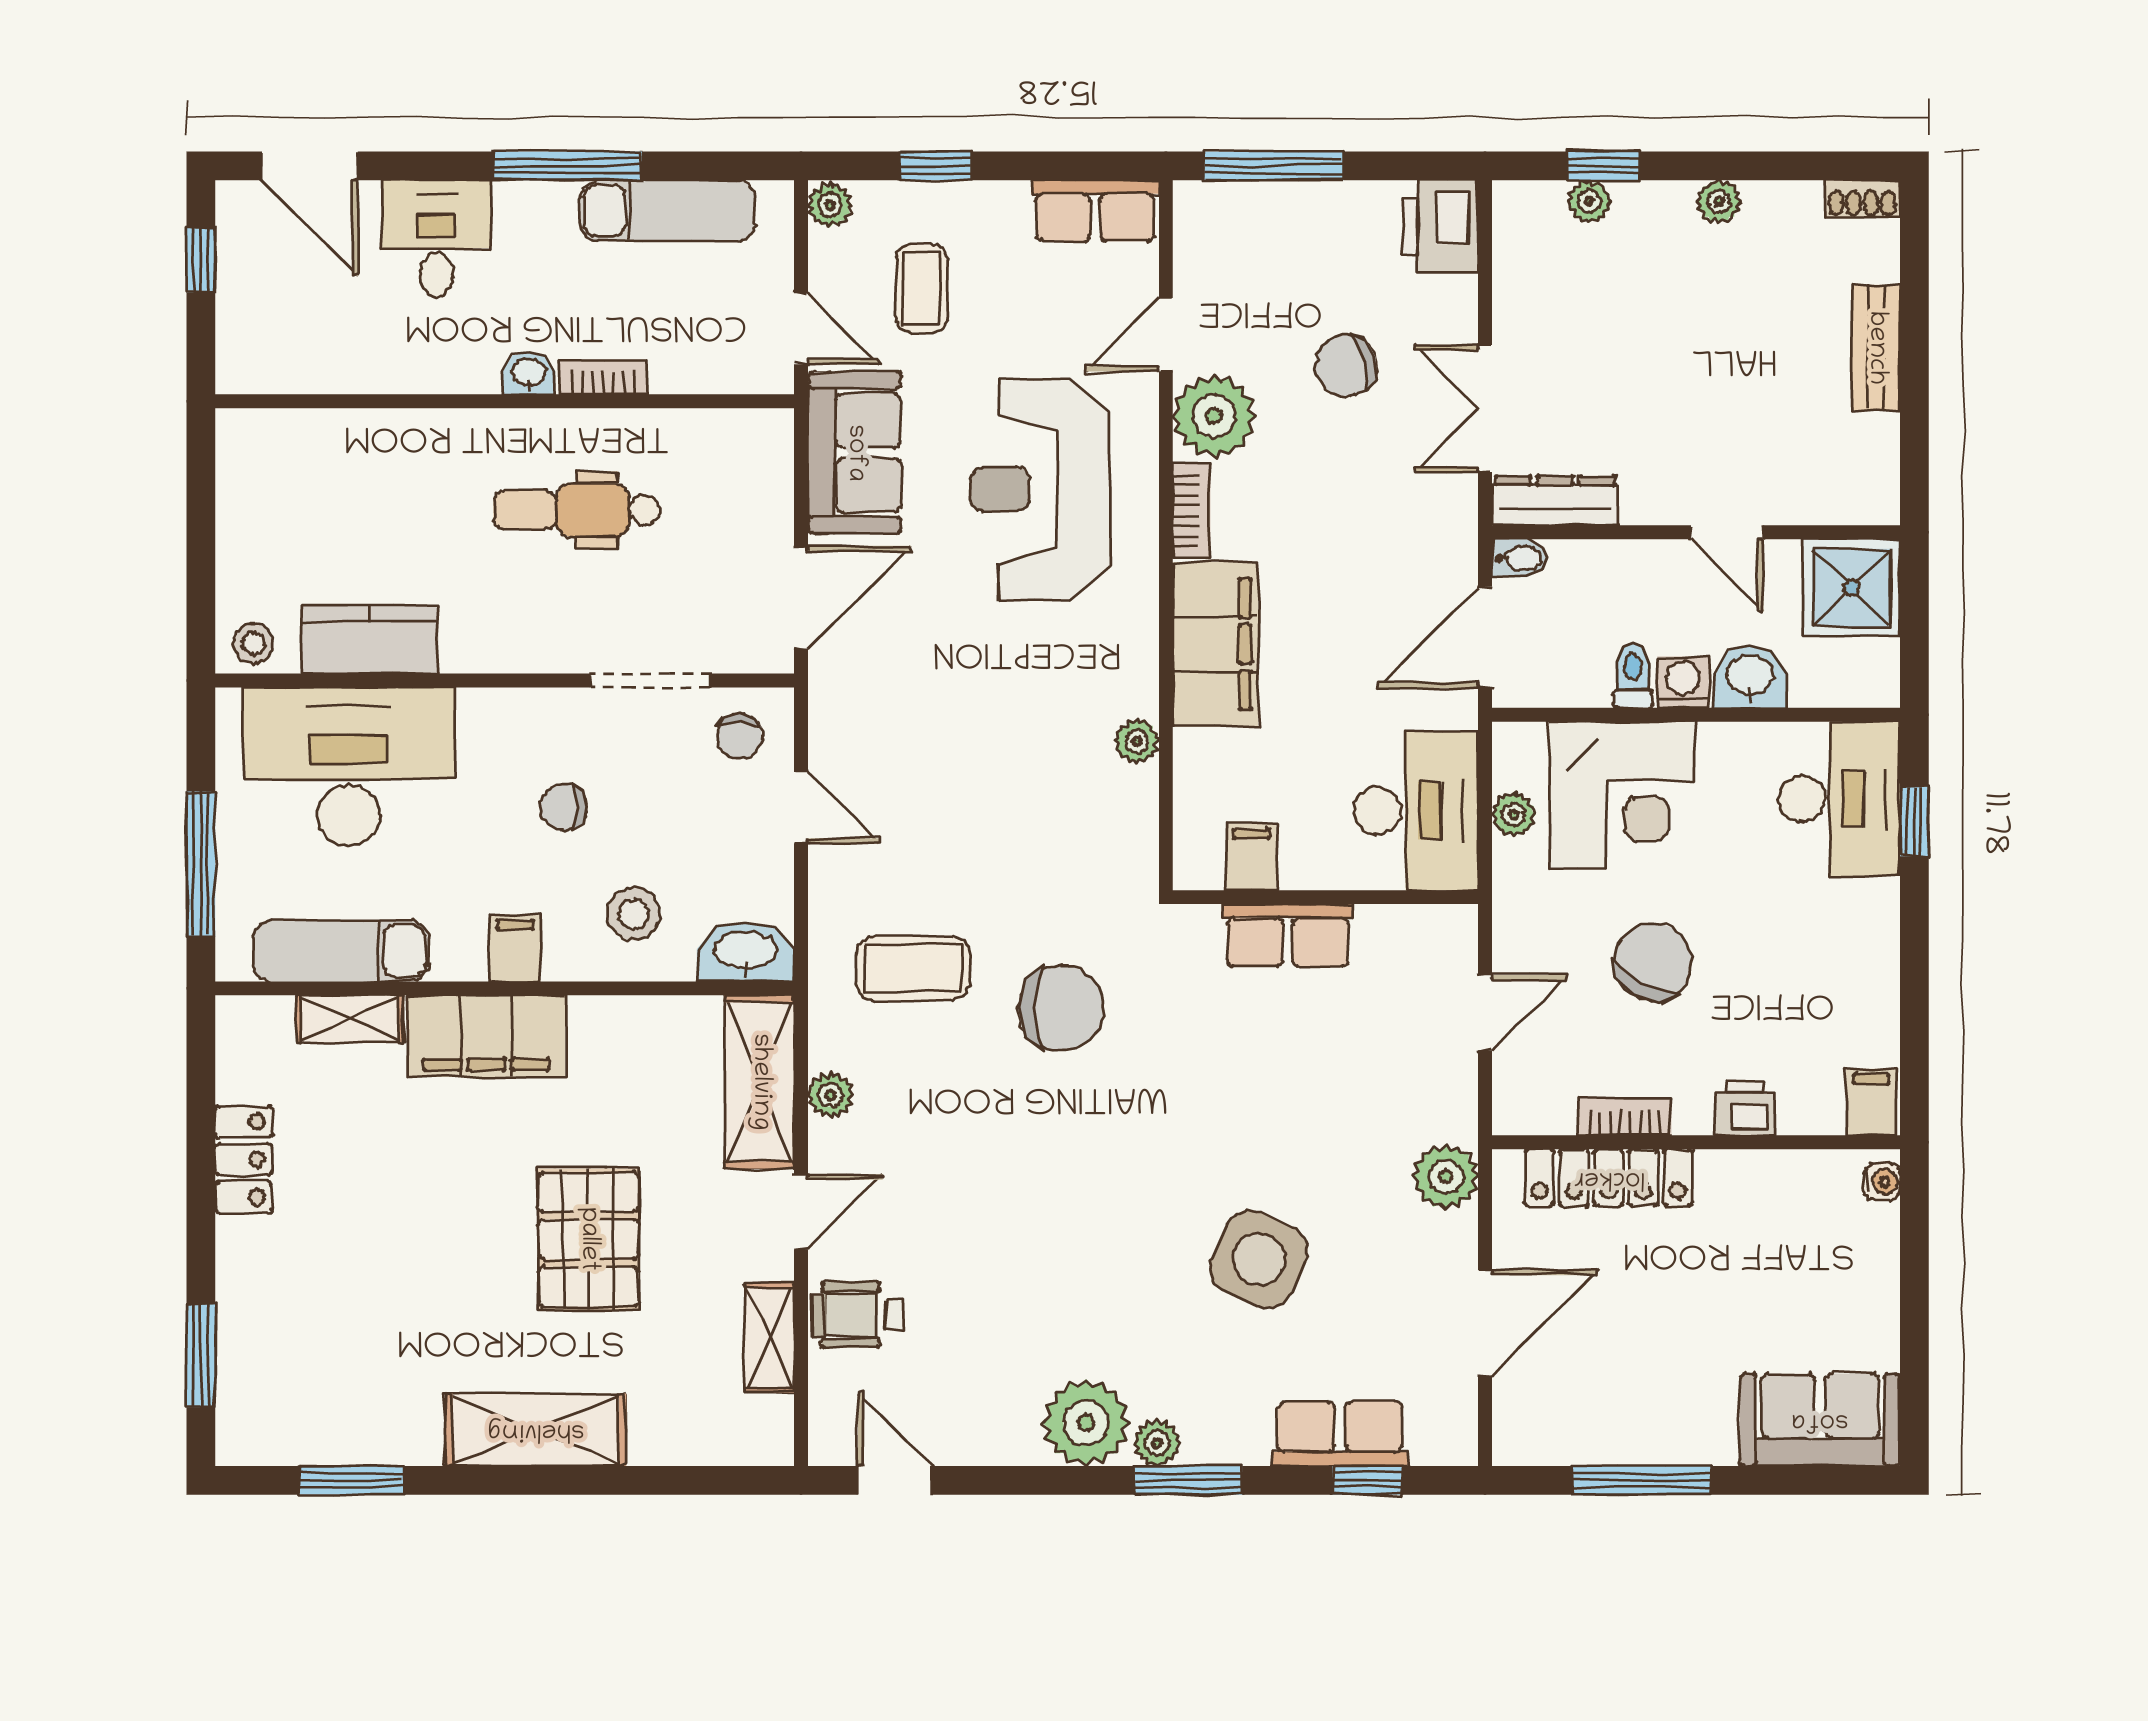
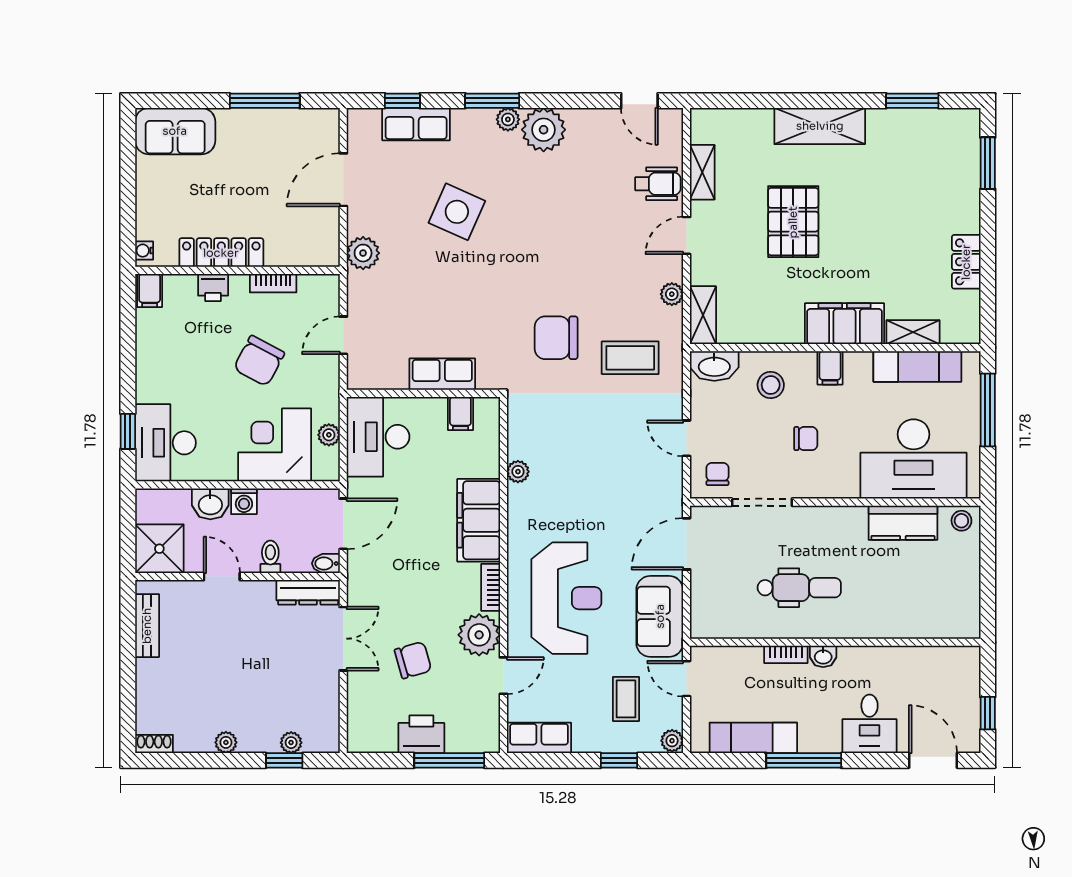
printer: (1440, 226) -> (421, 734), moved, turned -90
bench: (1876, 348) -> (147, 626), moved
toilet: (1633, 676) -> (270, 557), moved, turned 180
shelving: (760, 1082) -> (703, 315), width x0.67, depth x0.75
locker: (1609, 1178) -> (221, 253), moved

